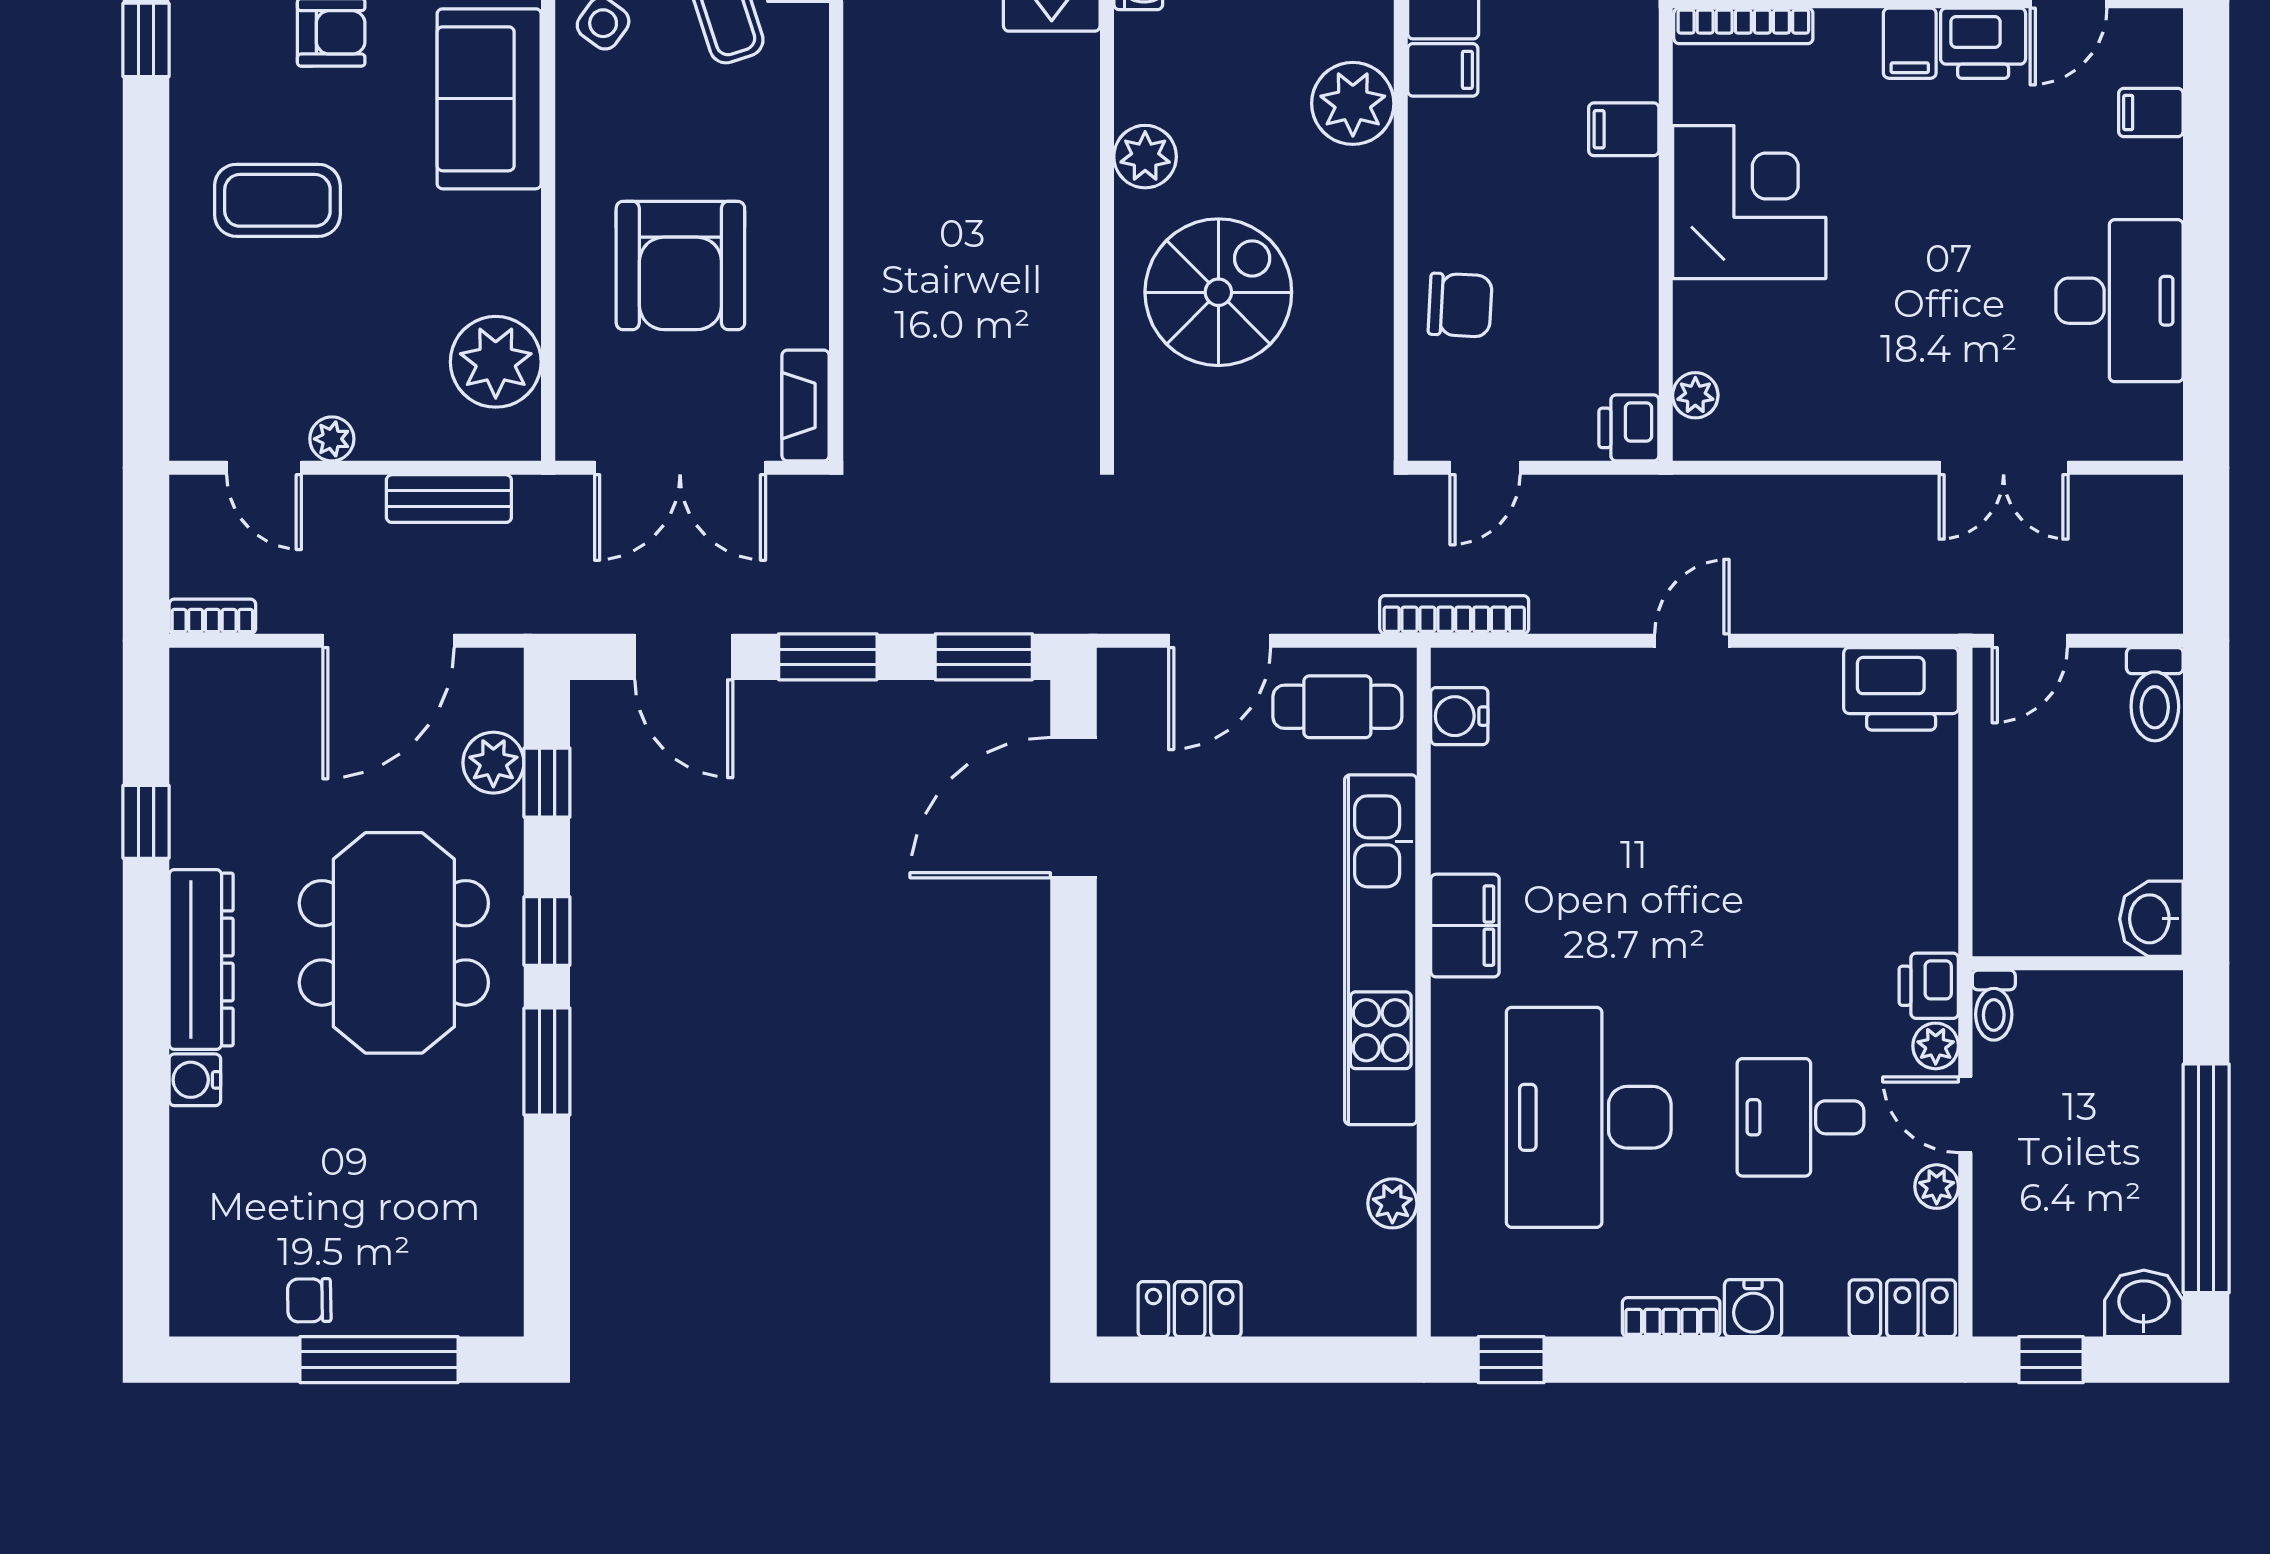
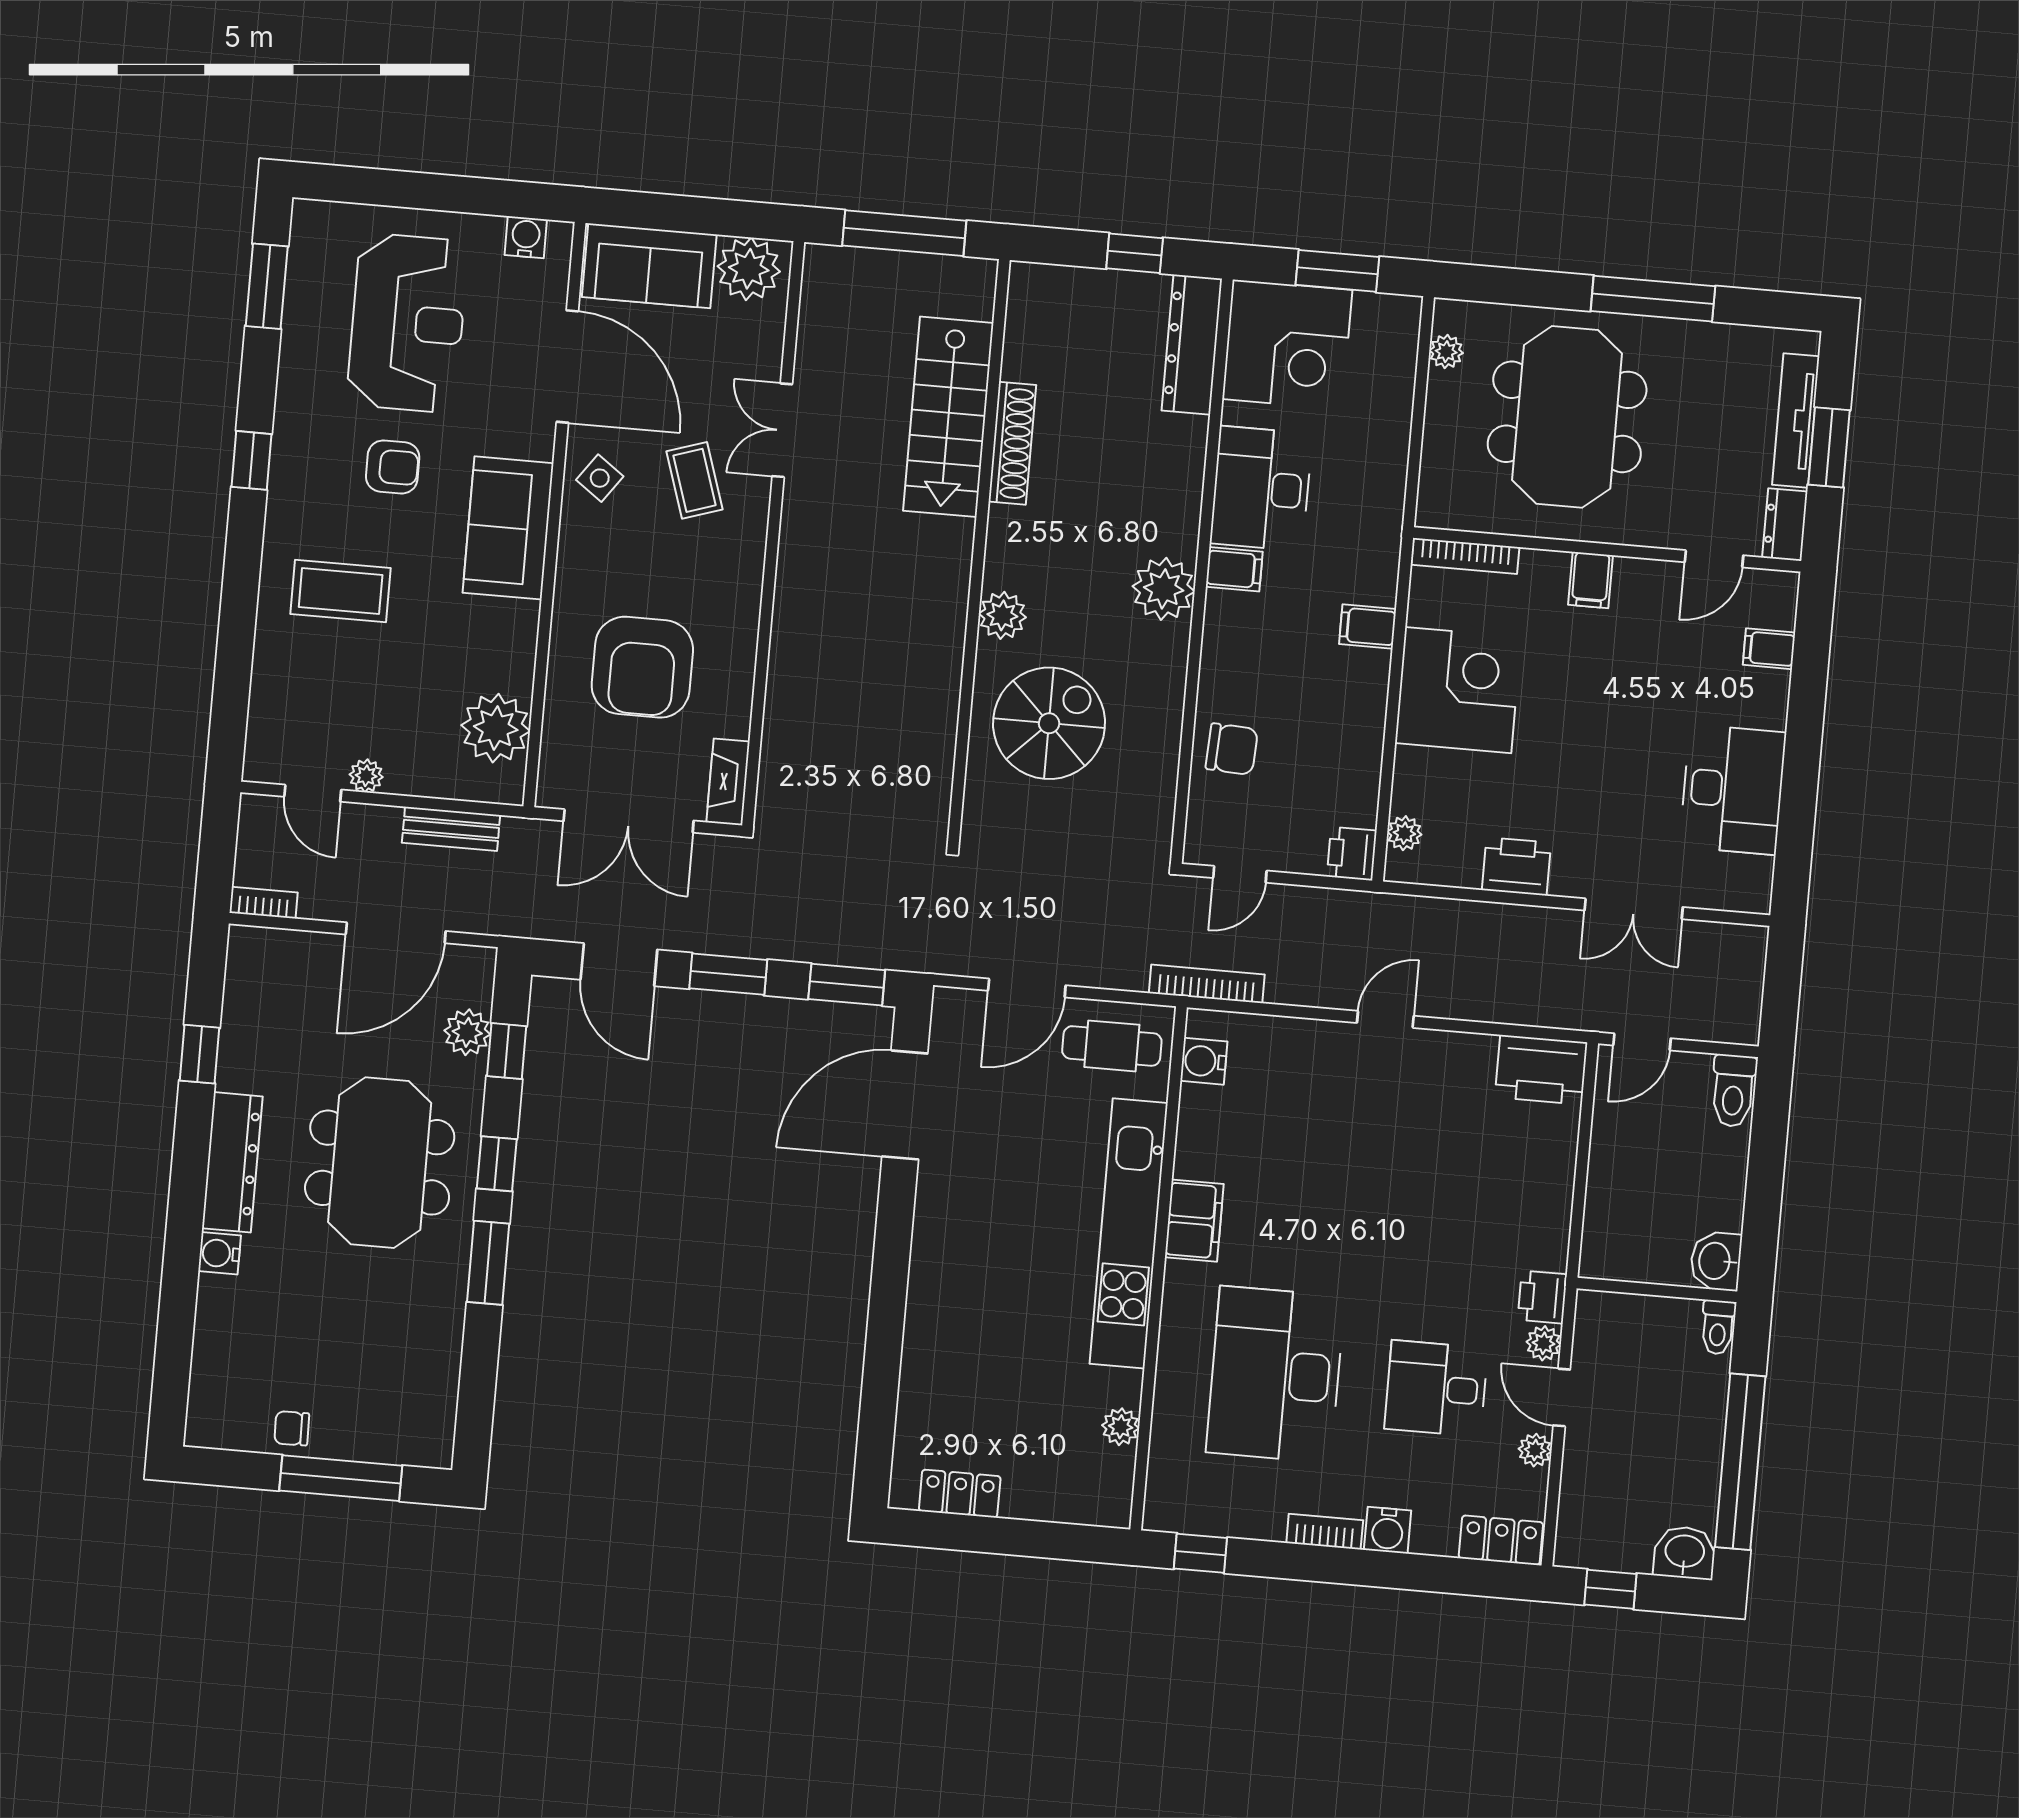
printer: (1983, 43) -> (1516, 866), moved, turned 180
toilet: (1994, 1005) -> (1718, 1327), moved

